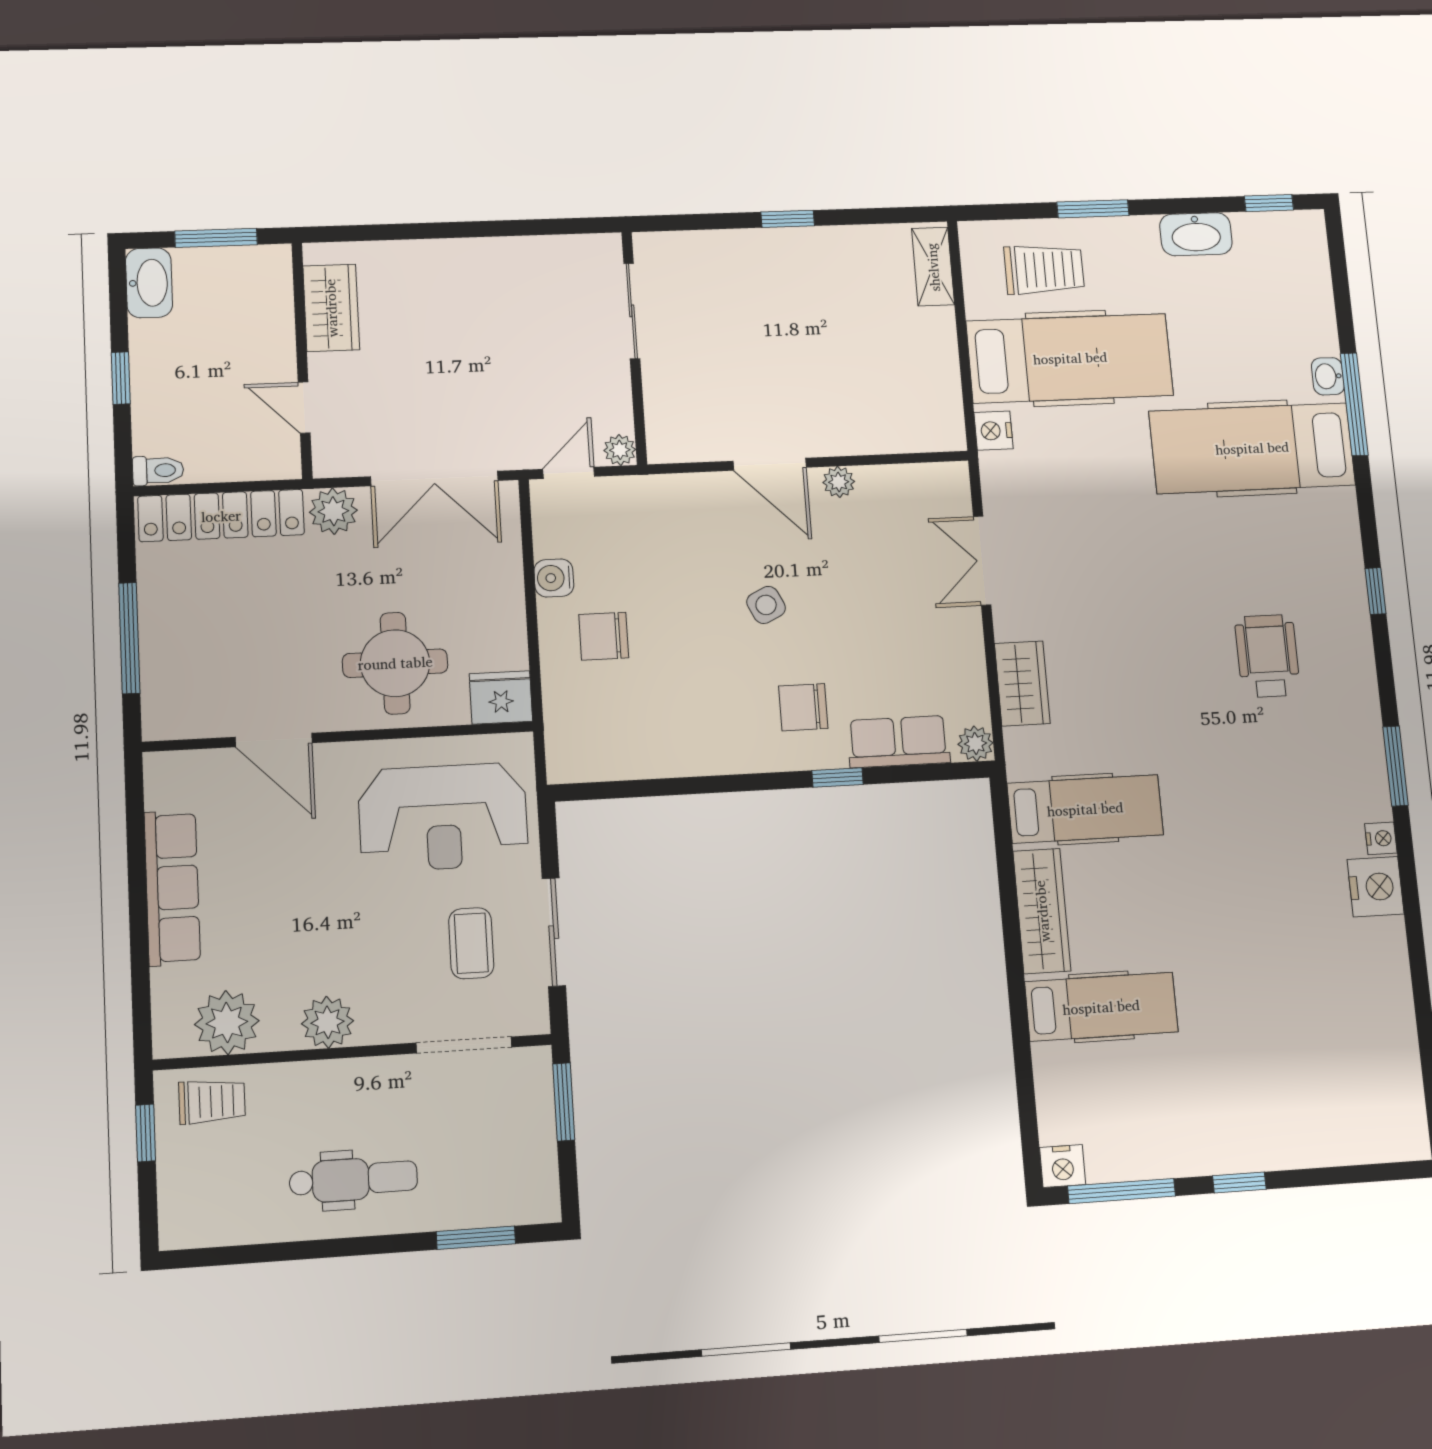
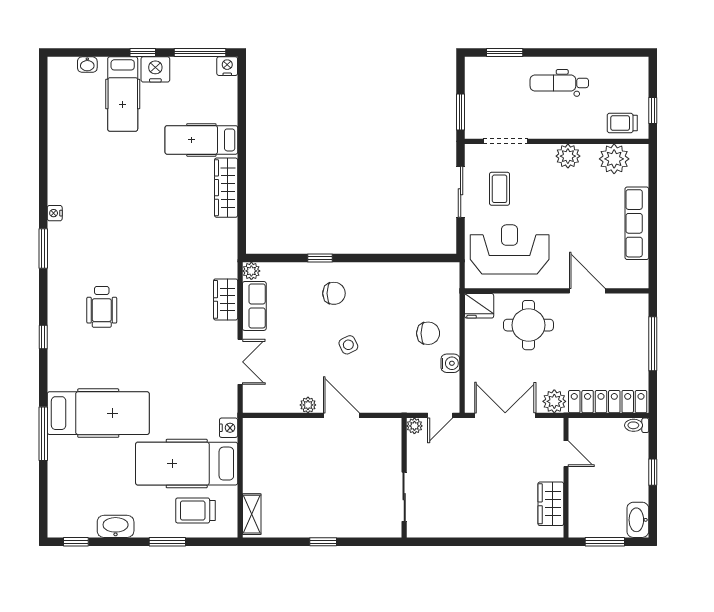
washbasin: (1328, 376) -> (87, 65), moved, turned 90
row of seats: (899, 742) -> (254, 306), moved, turned -90
hospital bed: (1085, 809) -> (123, 94), moved, turned -90
nightstand: (1376, 887) -> (155, 69), moved, turned 90

